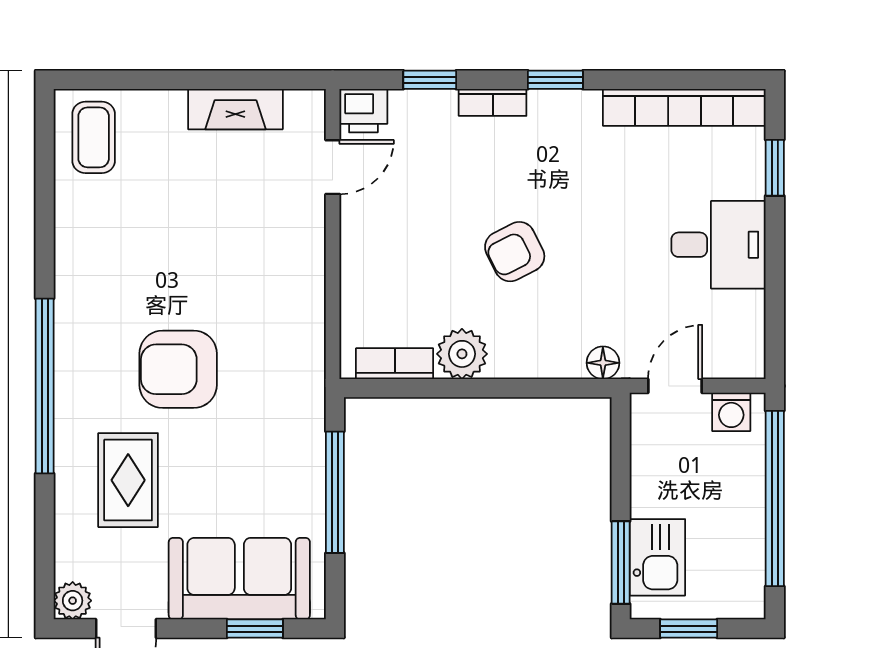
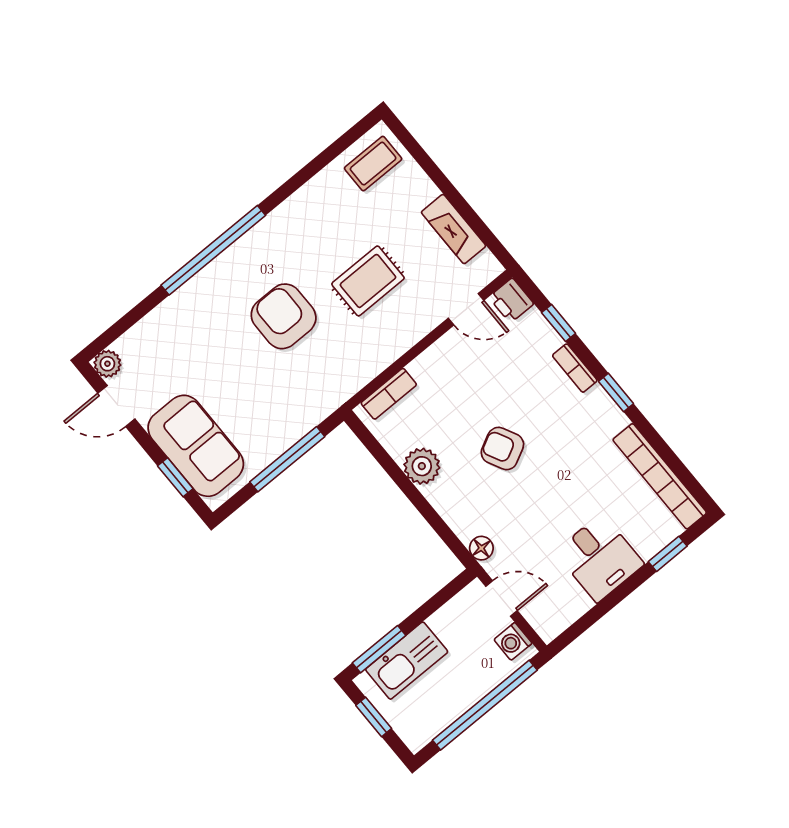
bookcase: (395, 364) -> (389, 394), moved, turned 90
rug: (128, 480) -> (368, 281), moved
kitchen sink: (657, 557) -> (407, 661), width x1.38

